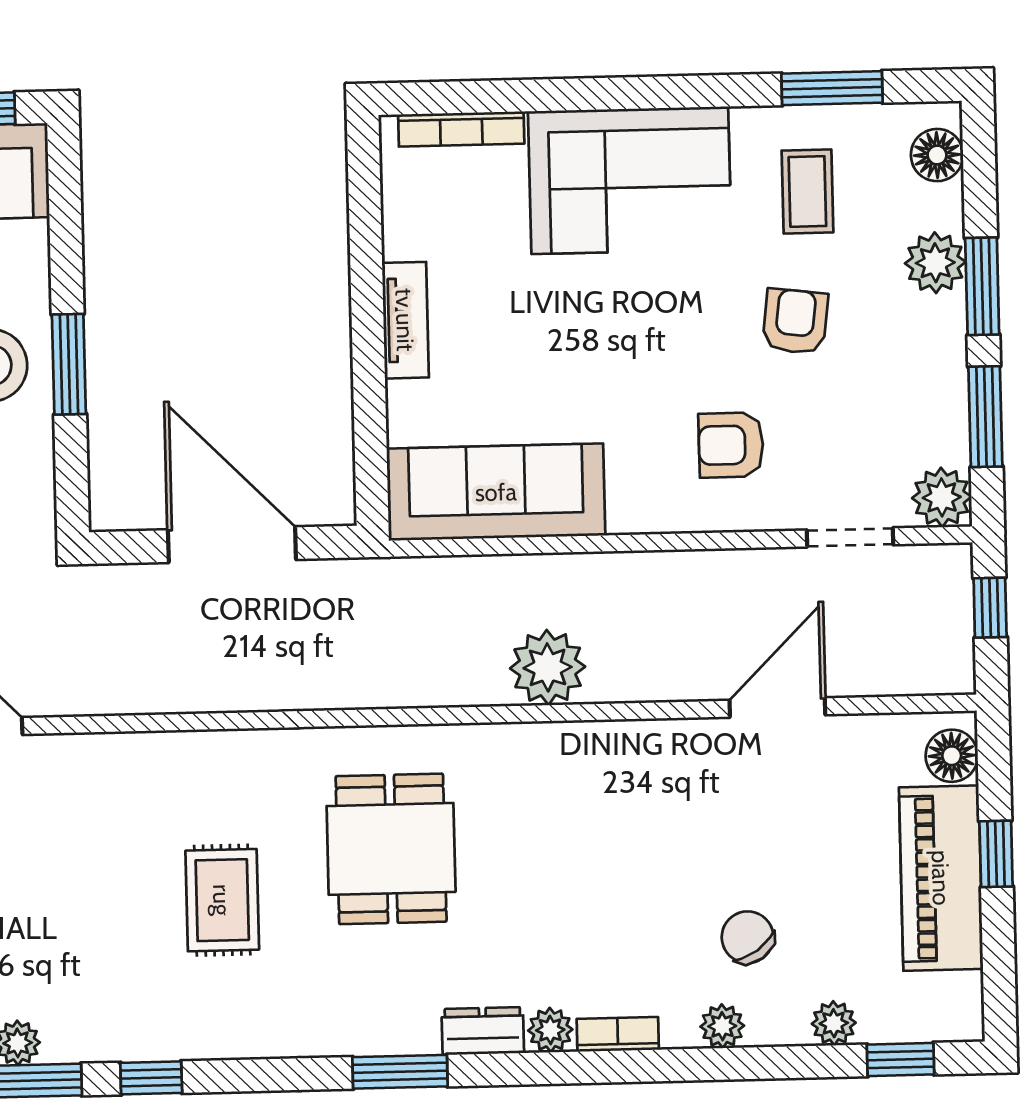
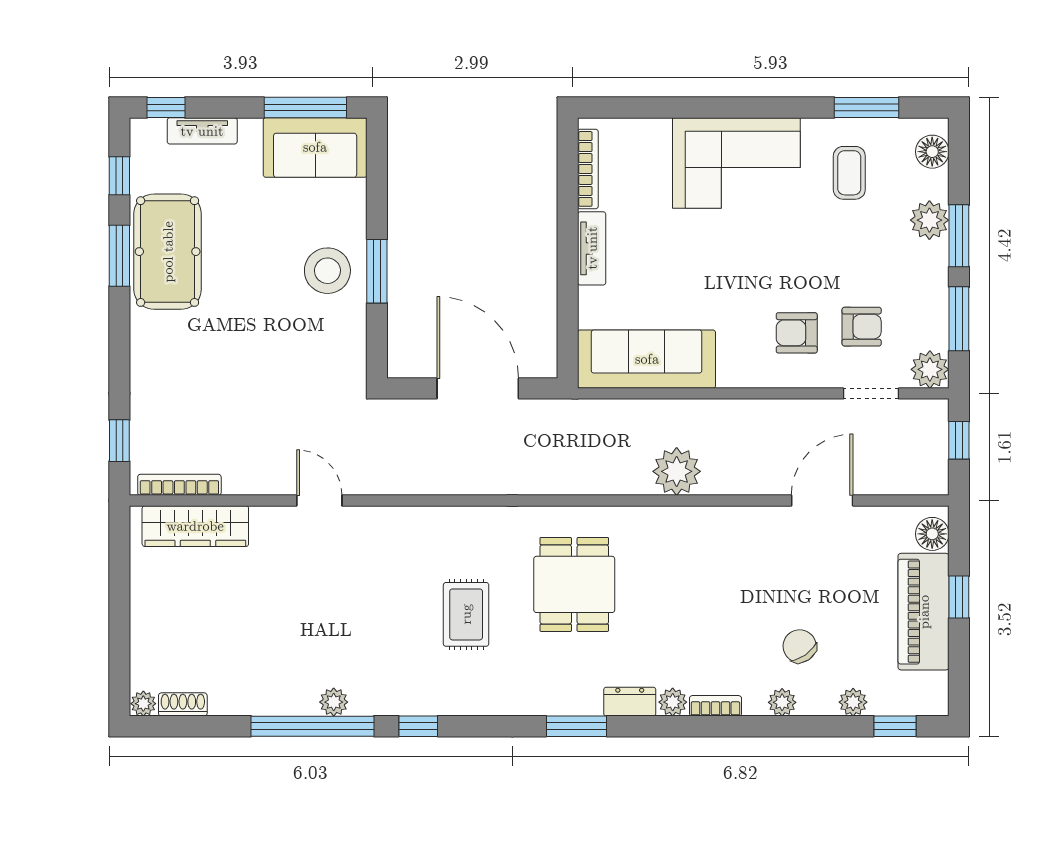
bookcase: (461, 129) -> (588, 169), moved, turned -90
armchair: (795, 321) -> (862, 327), moved, turned 83

